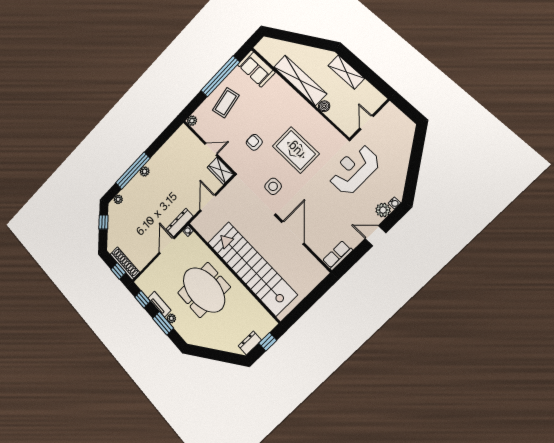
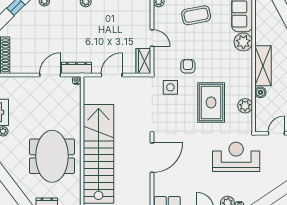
shelving: (300, 80) -> (263, 66), width x0.68
plant: (276, 86) -> (243, 42), added
plant: (323, 127) -> (245, 106), added
side table: (273, 186) -> (170, 87), moved
meeting table: (204, 290) -> (52, 156), moved

